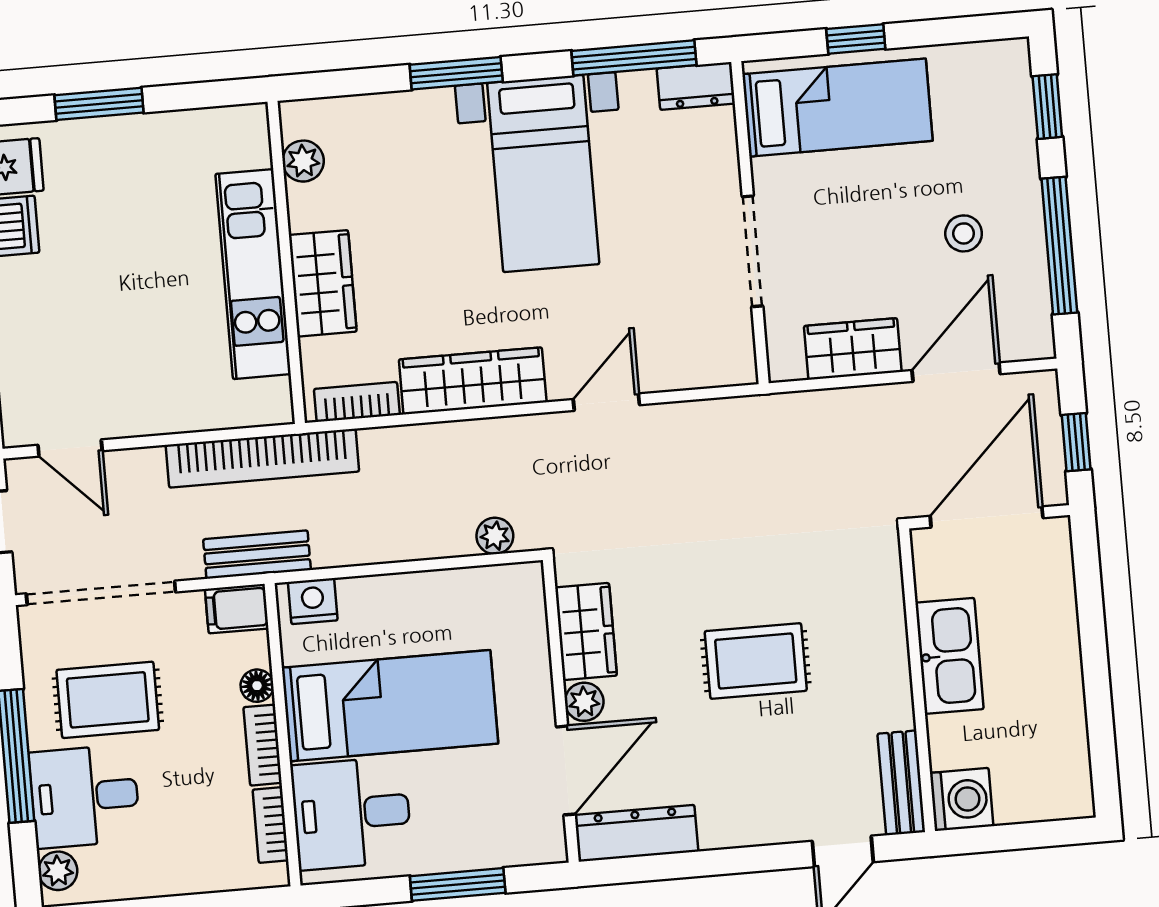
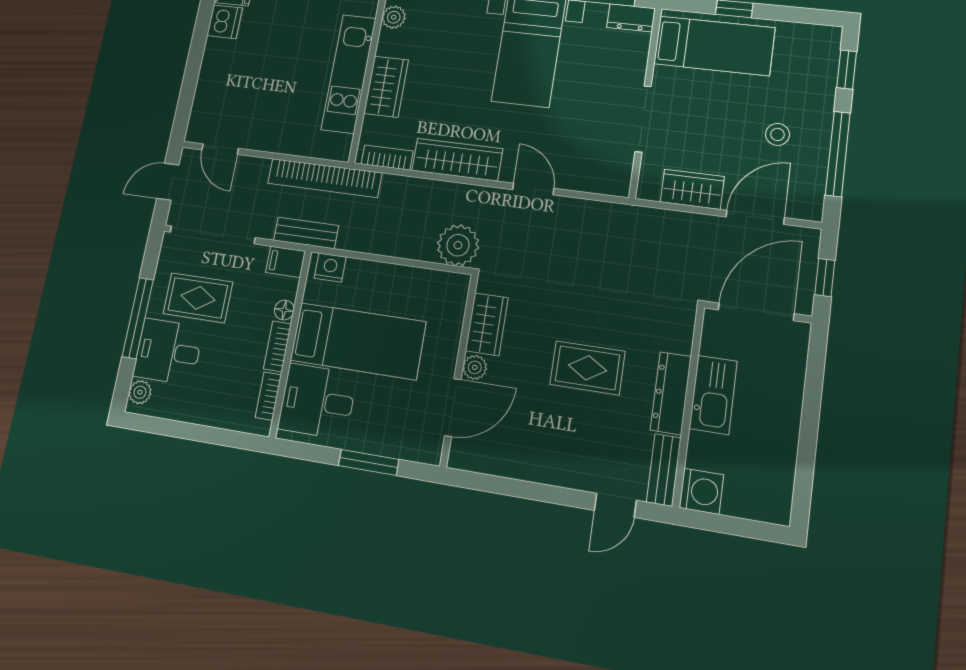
door: (606, 402) -> (533, 189), hinge flipped
plant: (495, 536) -> (458, 245), width x1.87, depth x1.87
dresser: (636, 833) -> (671, 393), moved, turned -90

